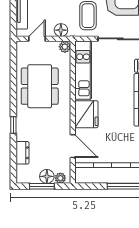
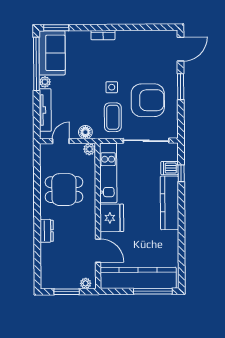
dining table: (40, 86) -> (64, 190), width x0.73
window: (13, 125) -> (37, 229), removed
dresser: (22, 153) -> (47, 231), moved
floor lamp: (47, 176) -> (72, 282), removed

